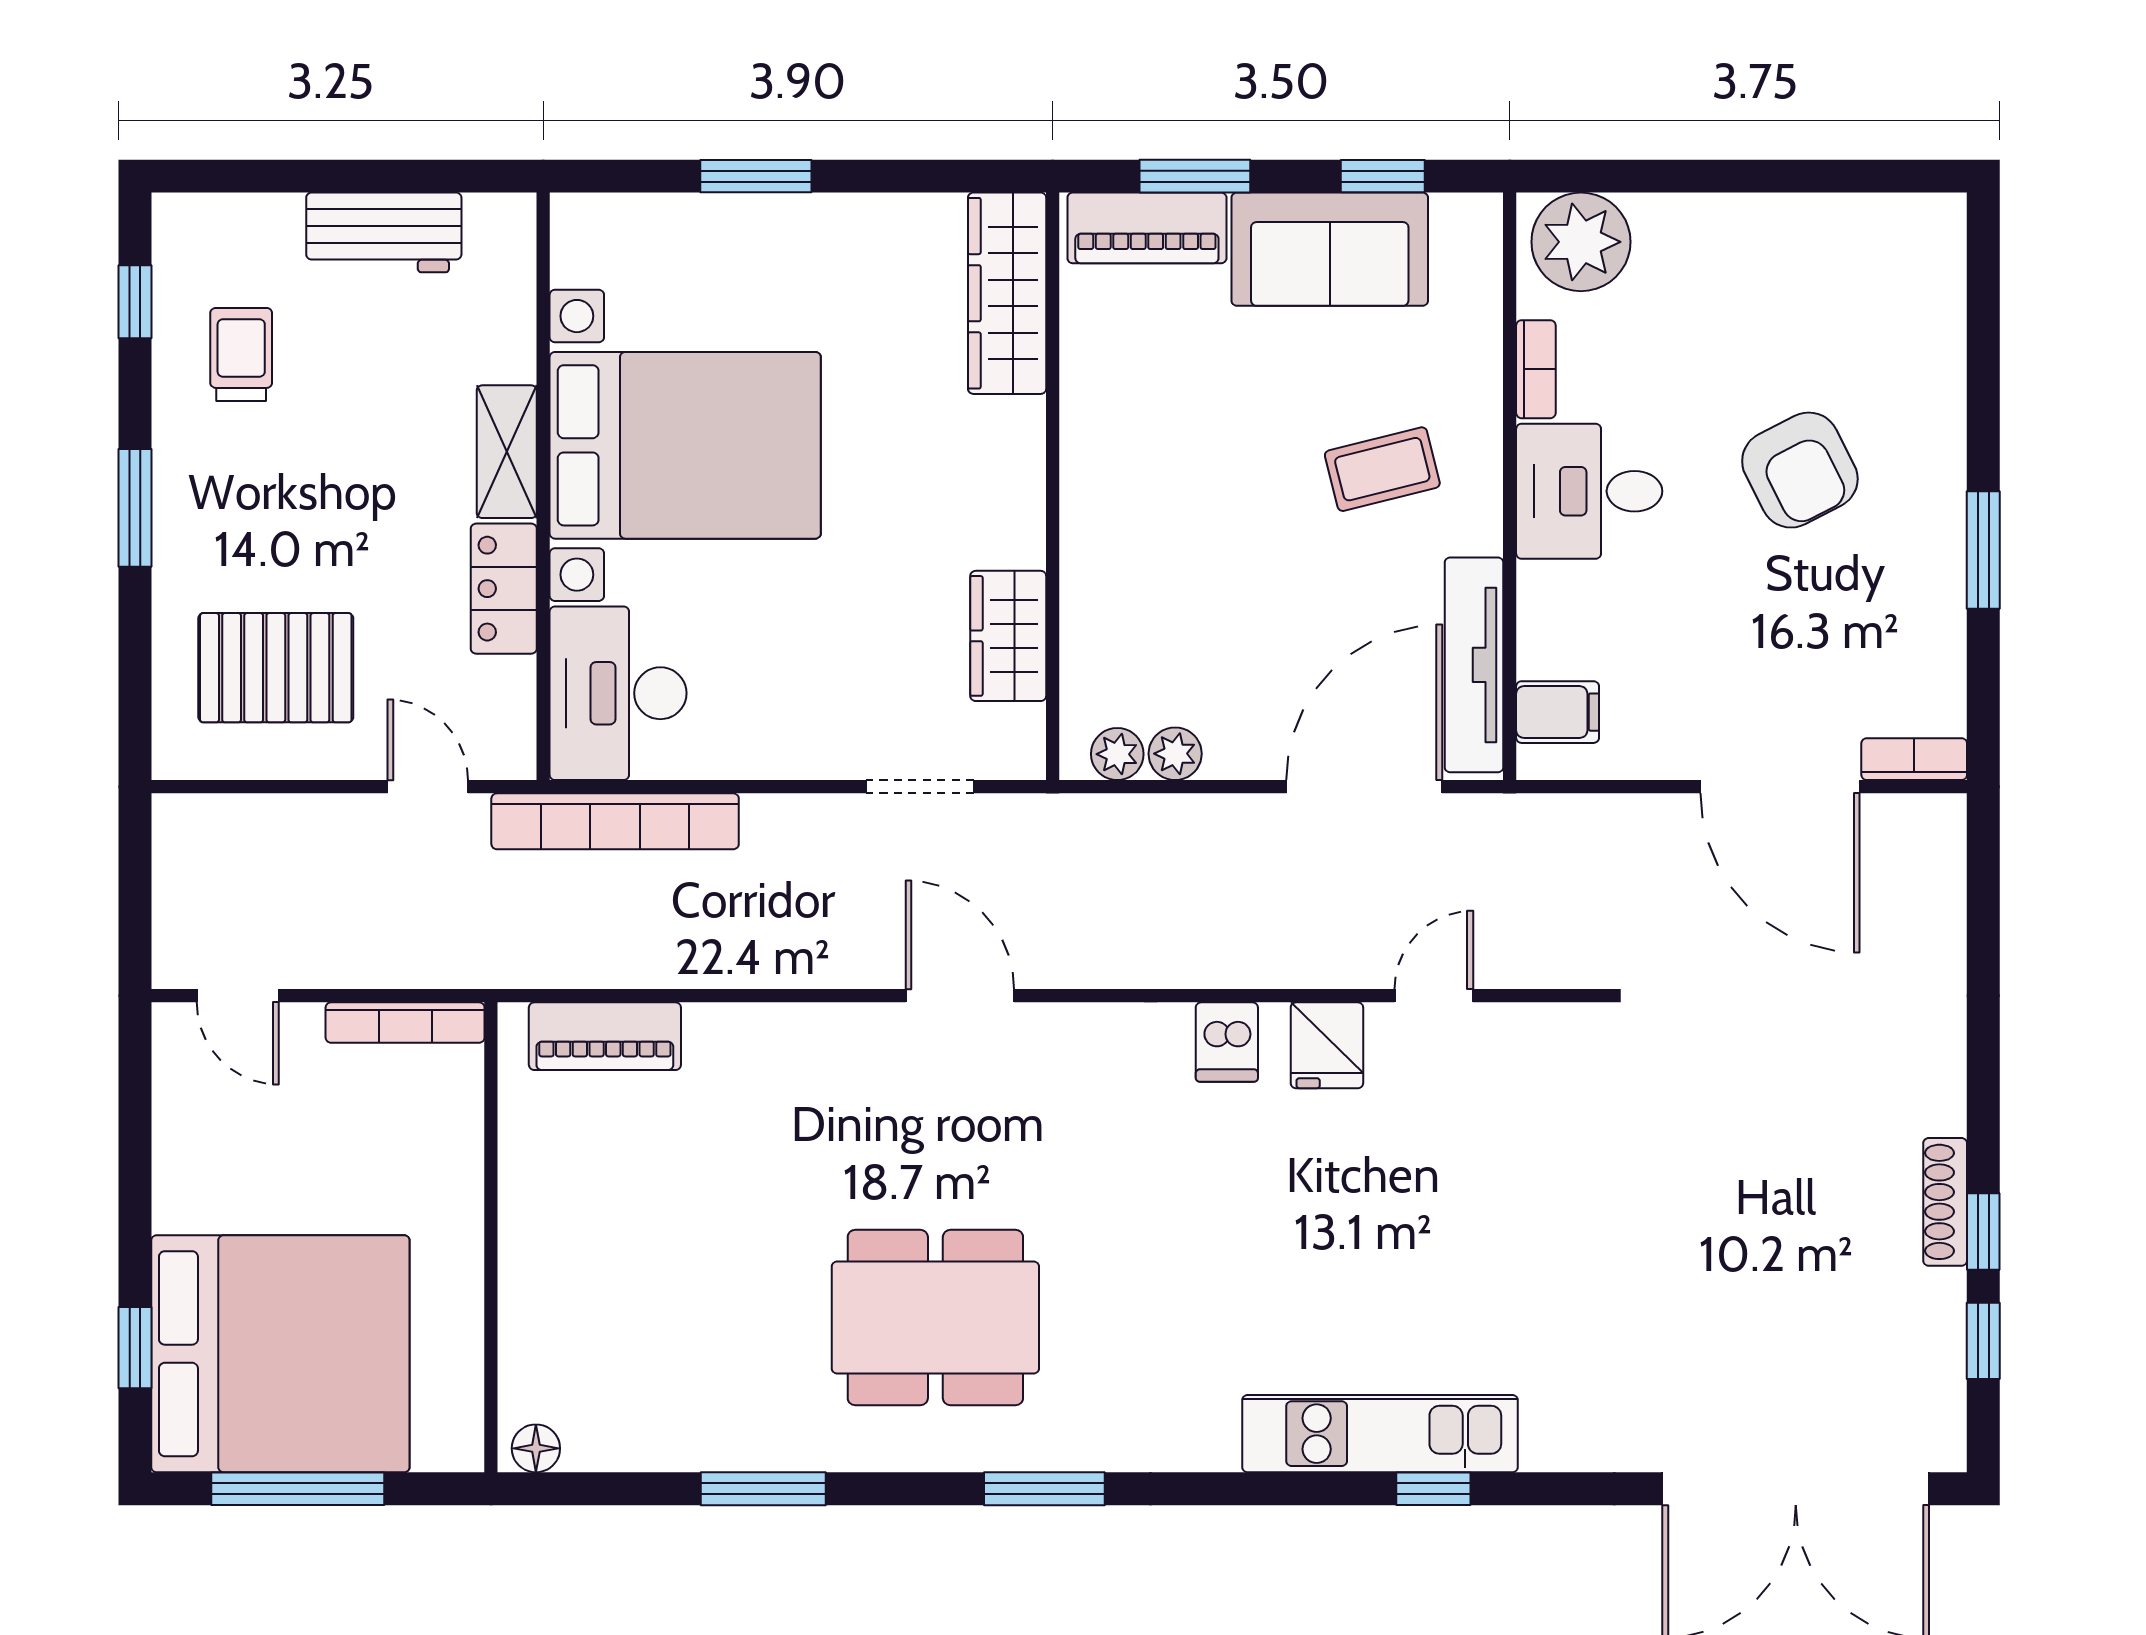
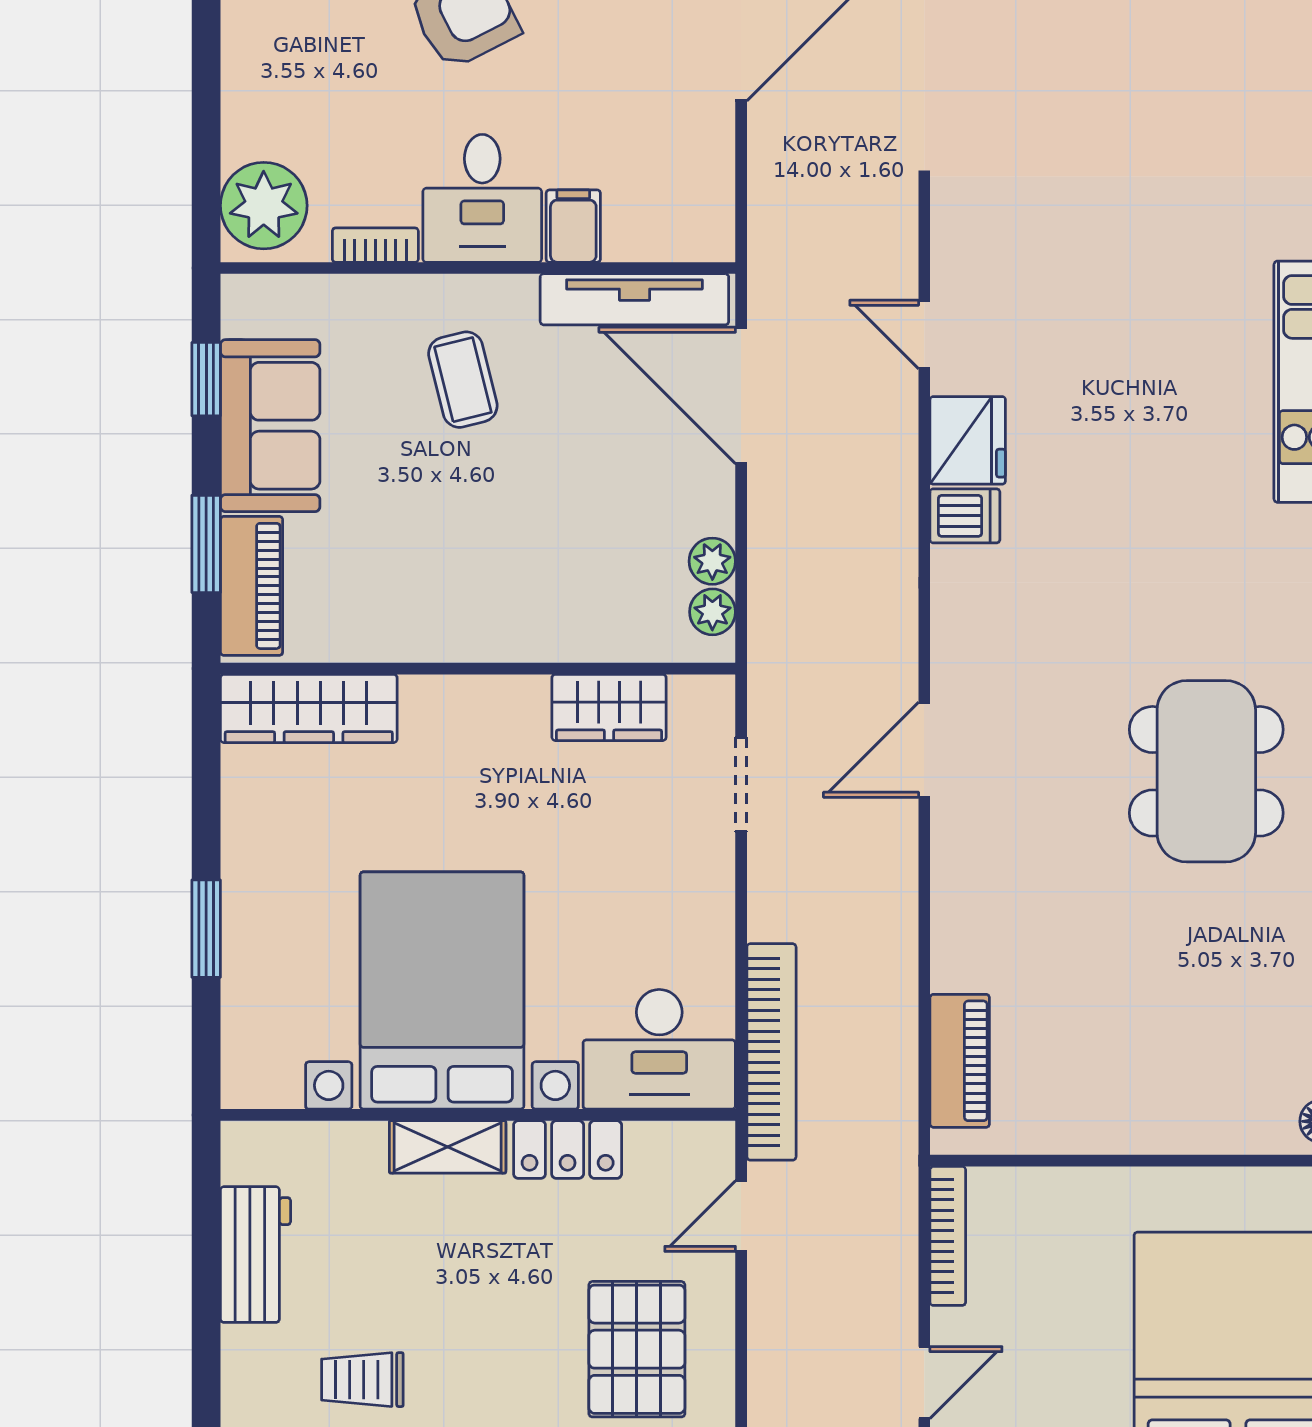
filing cabinet: (1558, 712) -> (573, 226), moved
fridge: (1327, 1045) -> (968, 440), width x1.38

